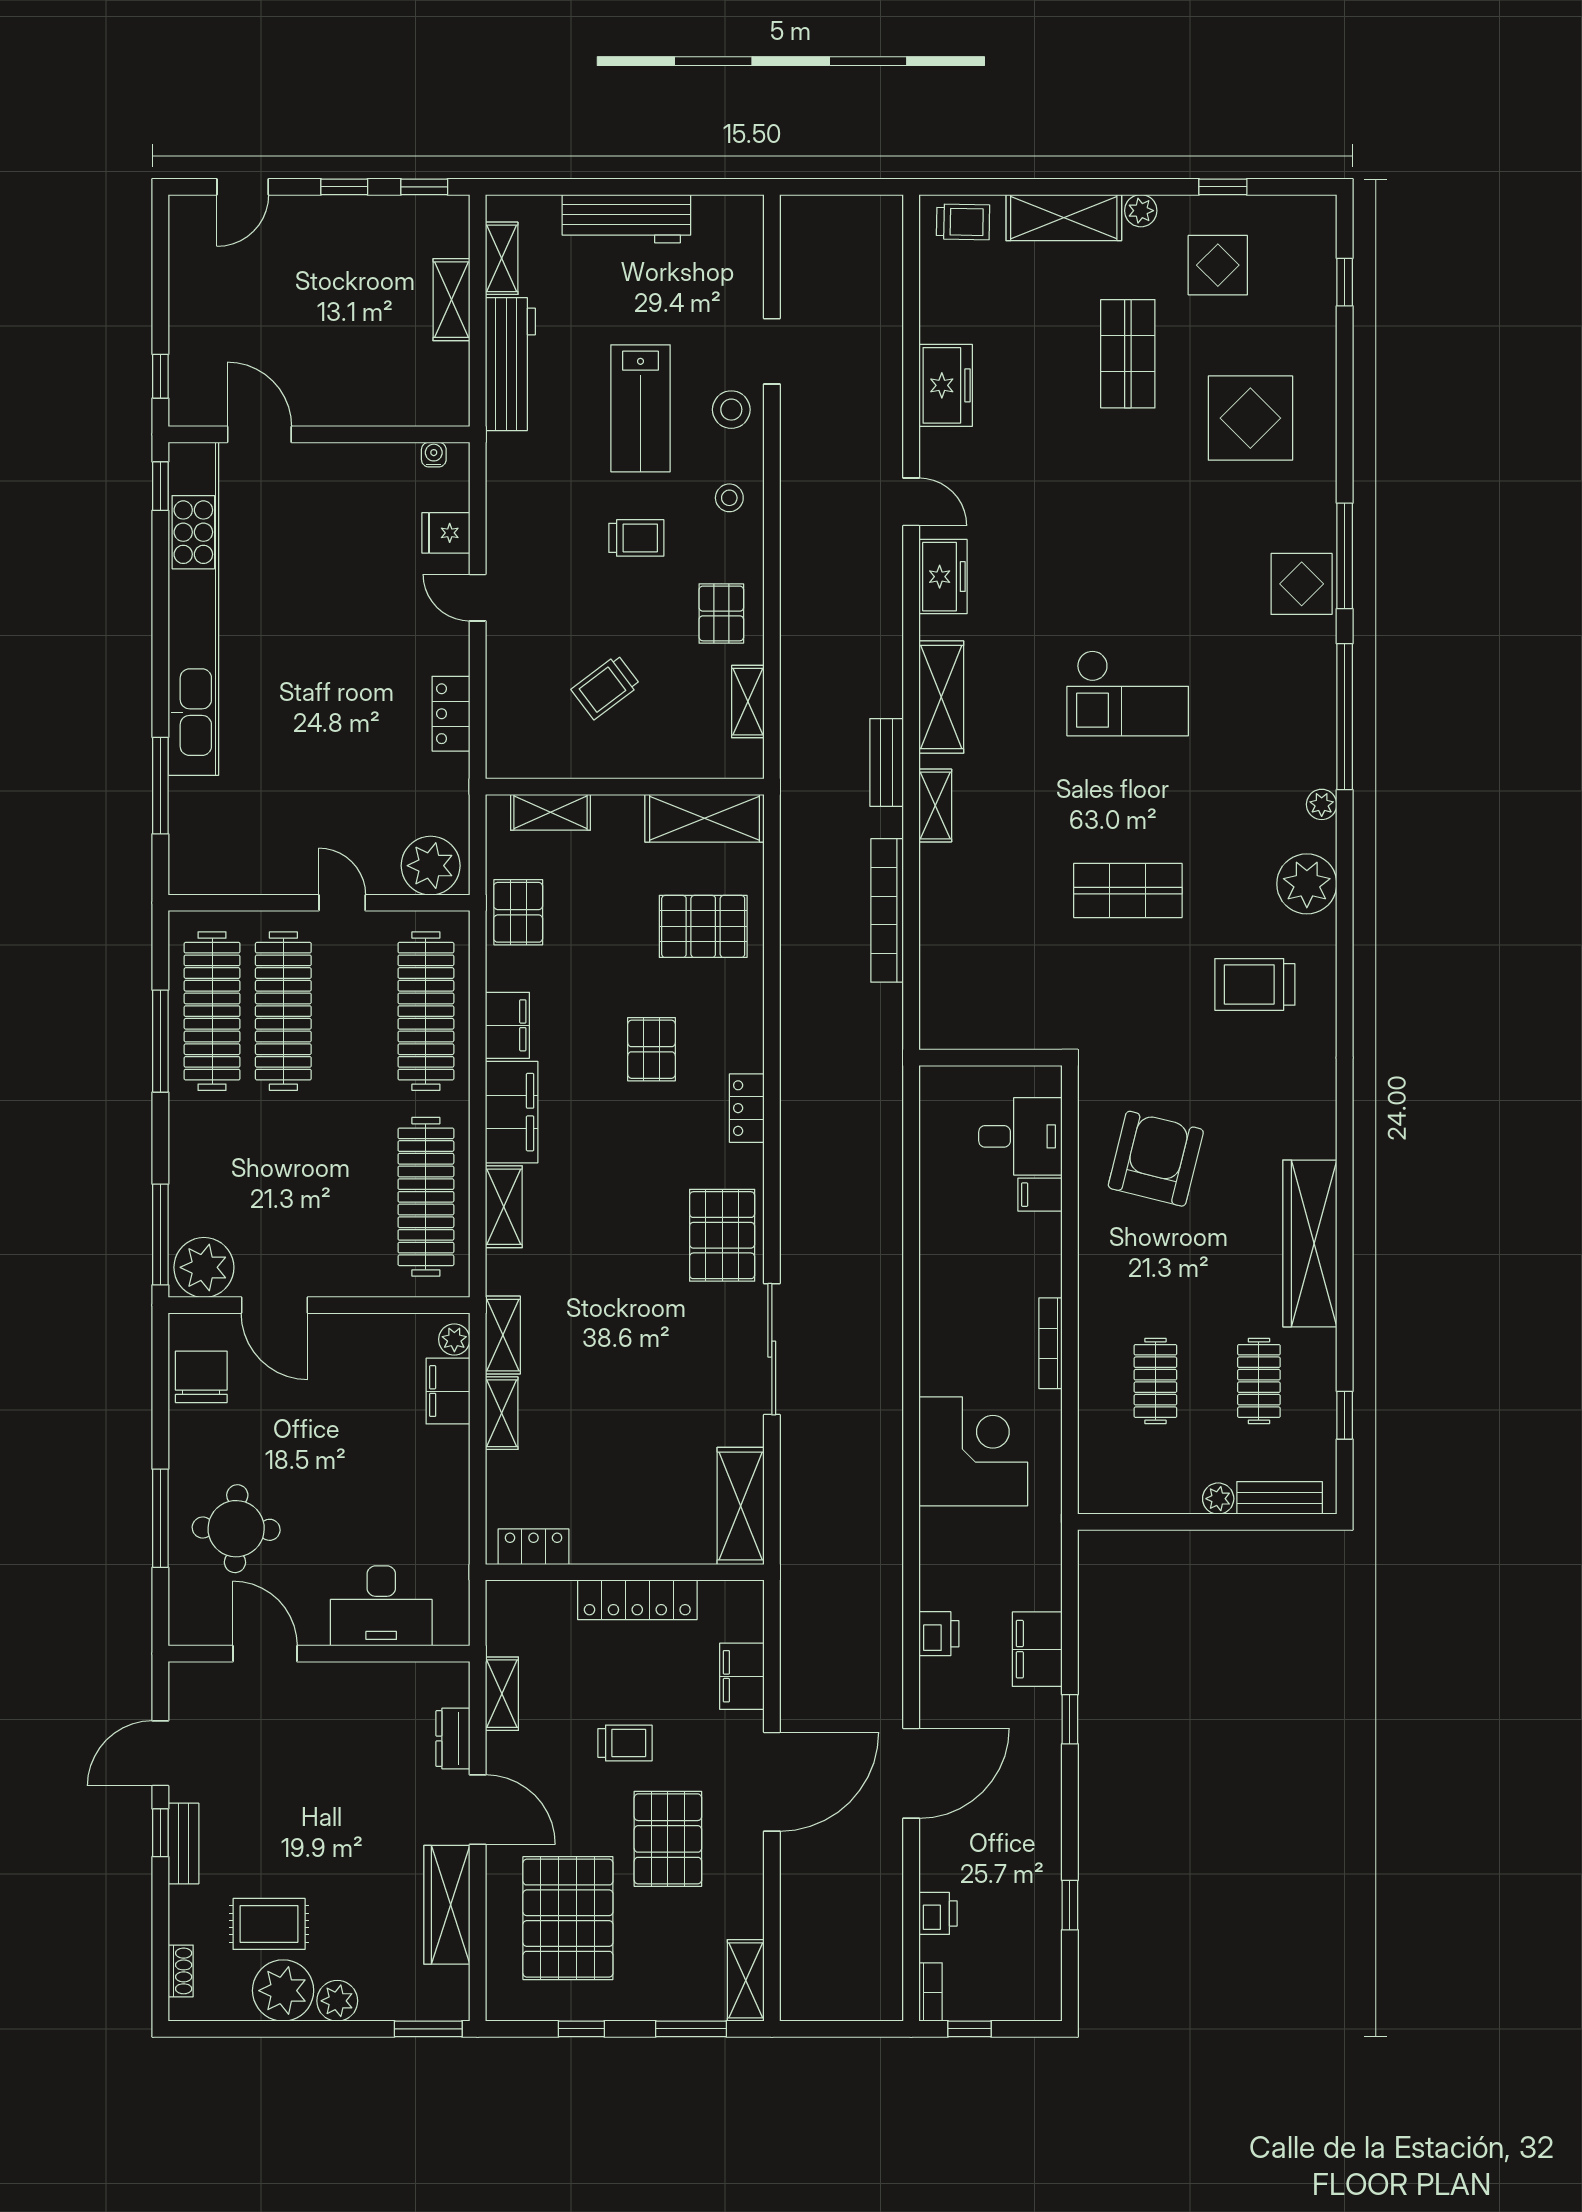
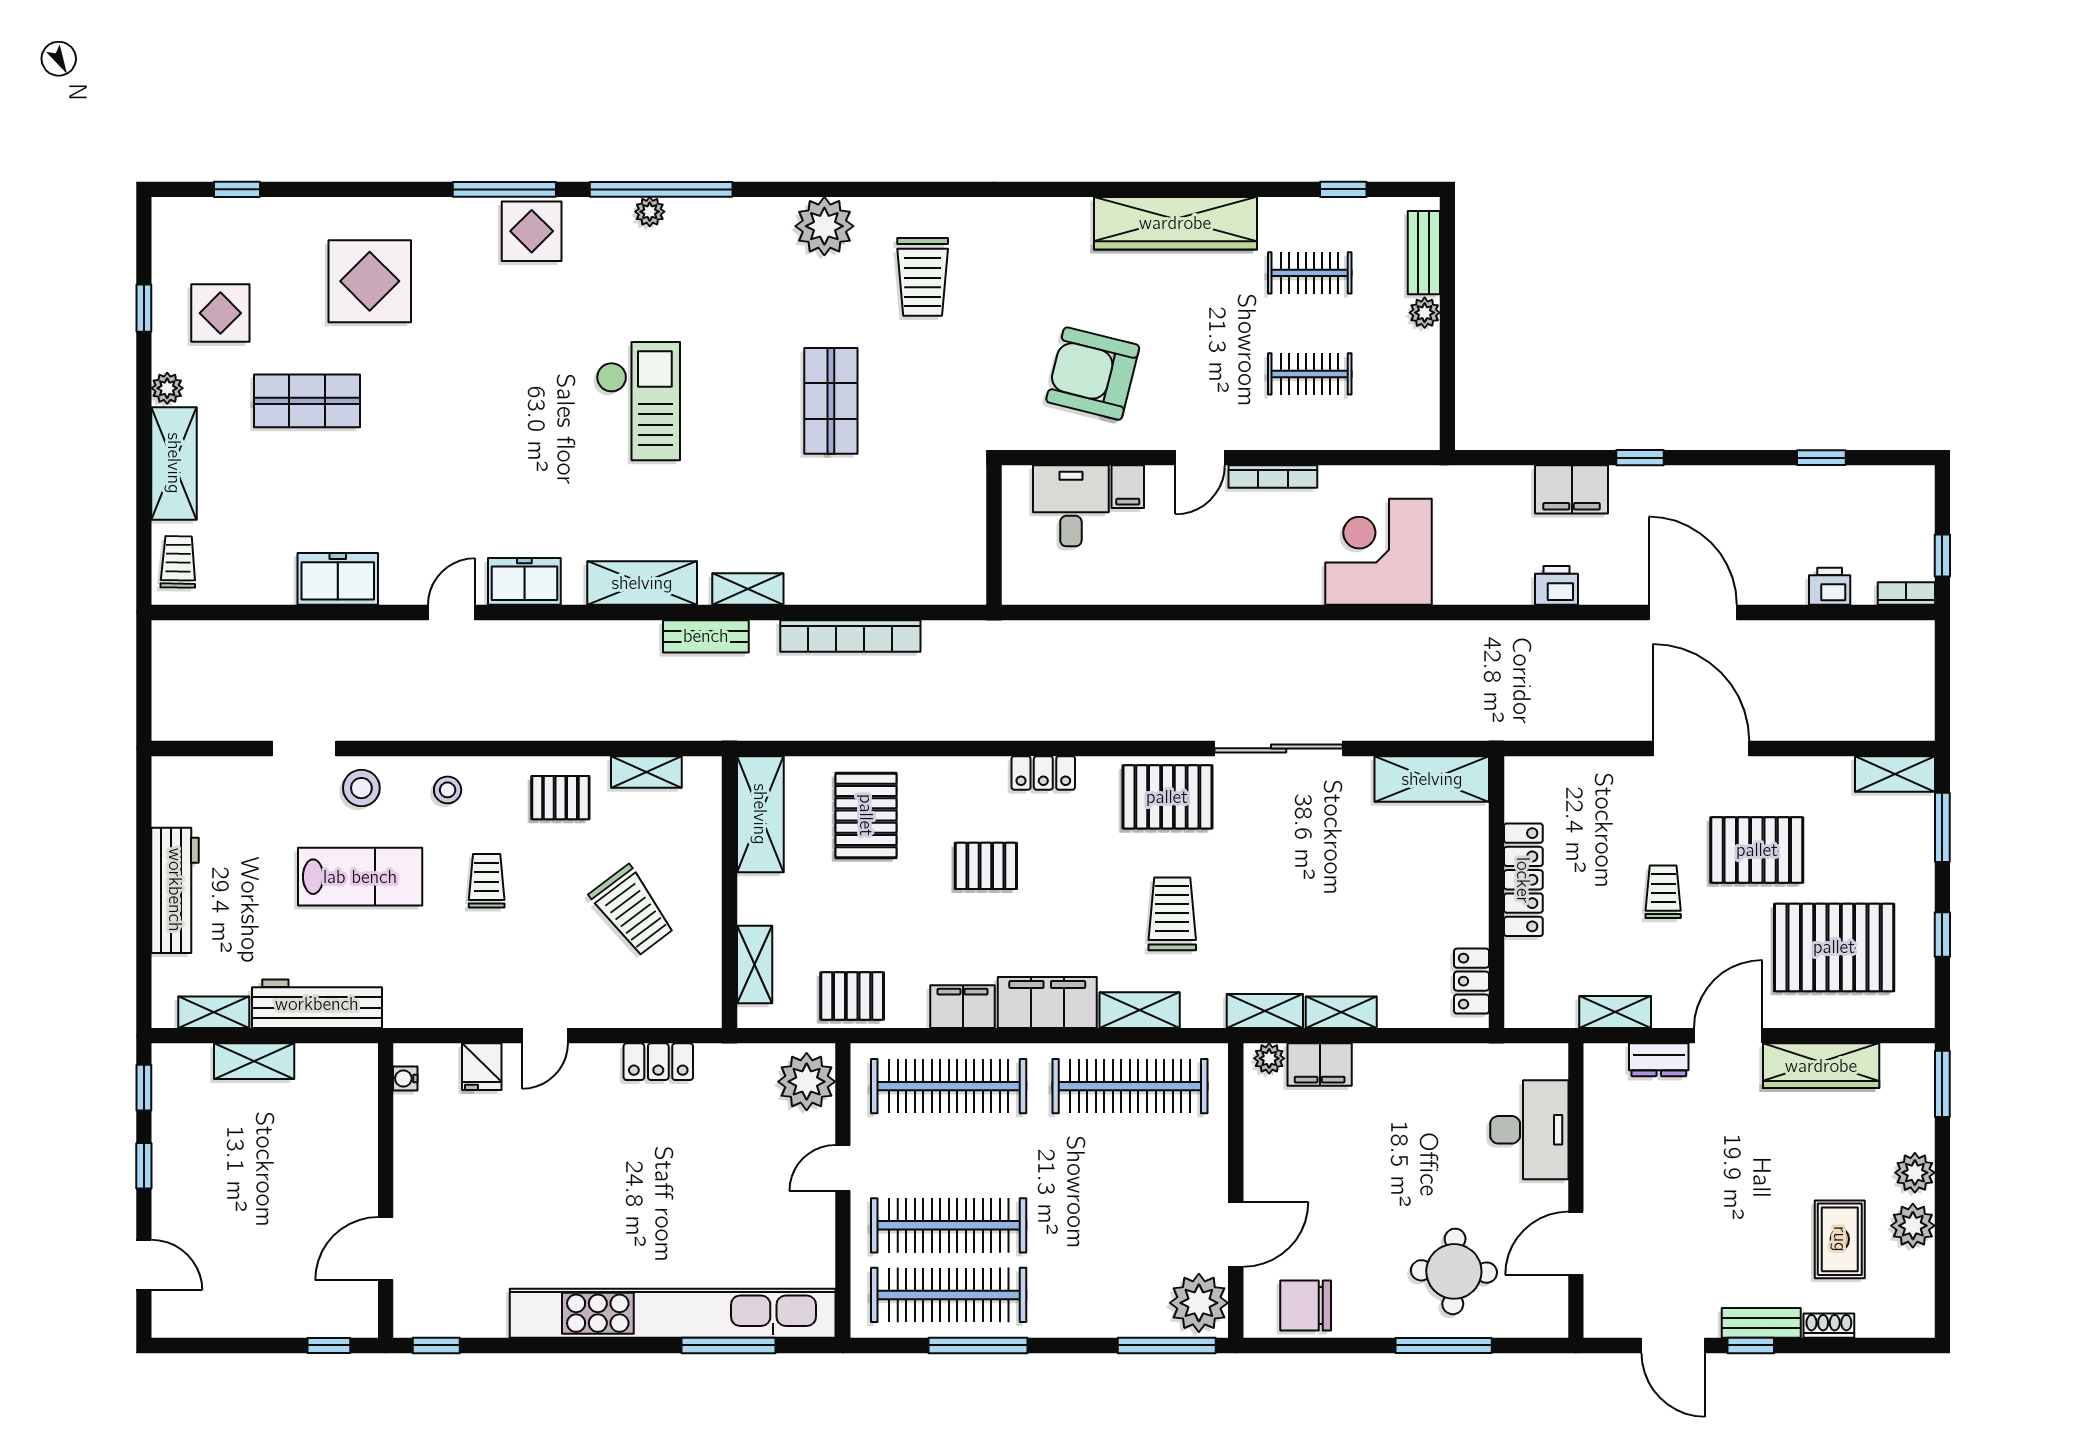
kitchen unit: (193, 609) -> (673, 1313), moved
trolley: (606, 687) -> (632, 911), width x1.36, depth x1.39
plant: (1322, 804) -> (650, 212), moved
trolley: (602, 1240) -> (1172, 914), added
door: (1070, 1269) -> (1200, 458), added
filing cabinet: (742, 1676) -> (1598, 778), removed
shoe rack: (181, 1971) -> (1829, 1326), moved
plant: (283, 1991) -> (1913, 1226), width x0.73, depth x0.73

